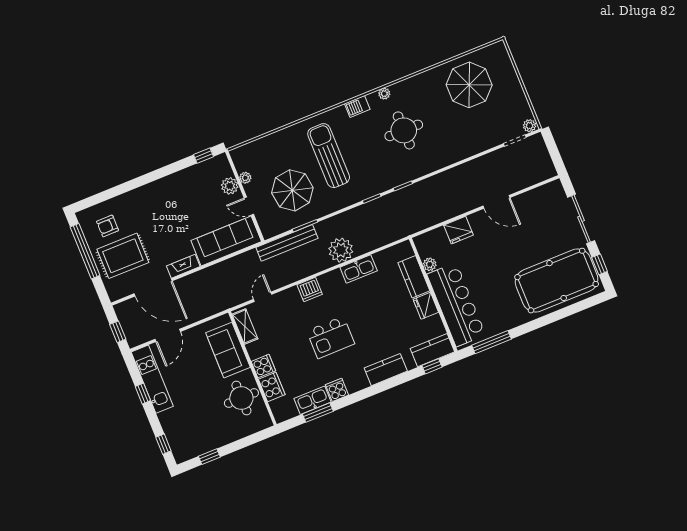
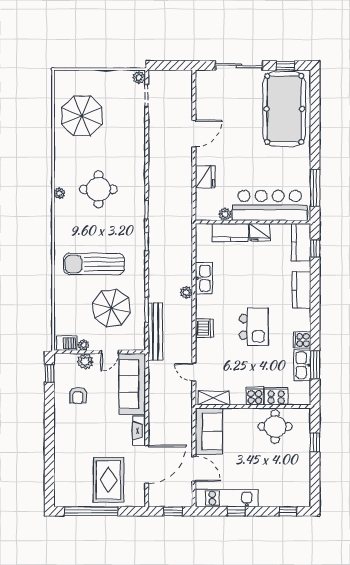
barbecue: (357, 106) -> (67, 343), moved, turned -90
armchair: (108, 226) -> (78, 395), moved
plant: (341, 250) -> (186, 292), width x0.53, depth x0.53
sofa: (228, 350) -> (209, 431), moved, turned -90
window: (209, 457) -> (315, 442), moved

